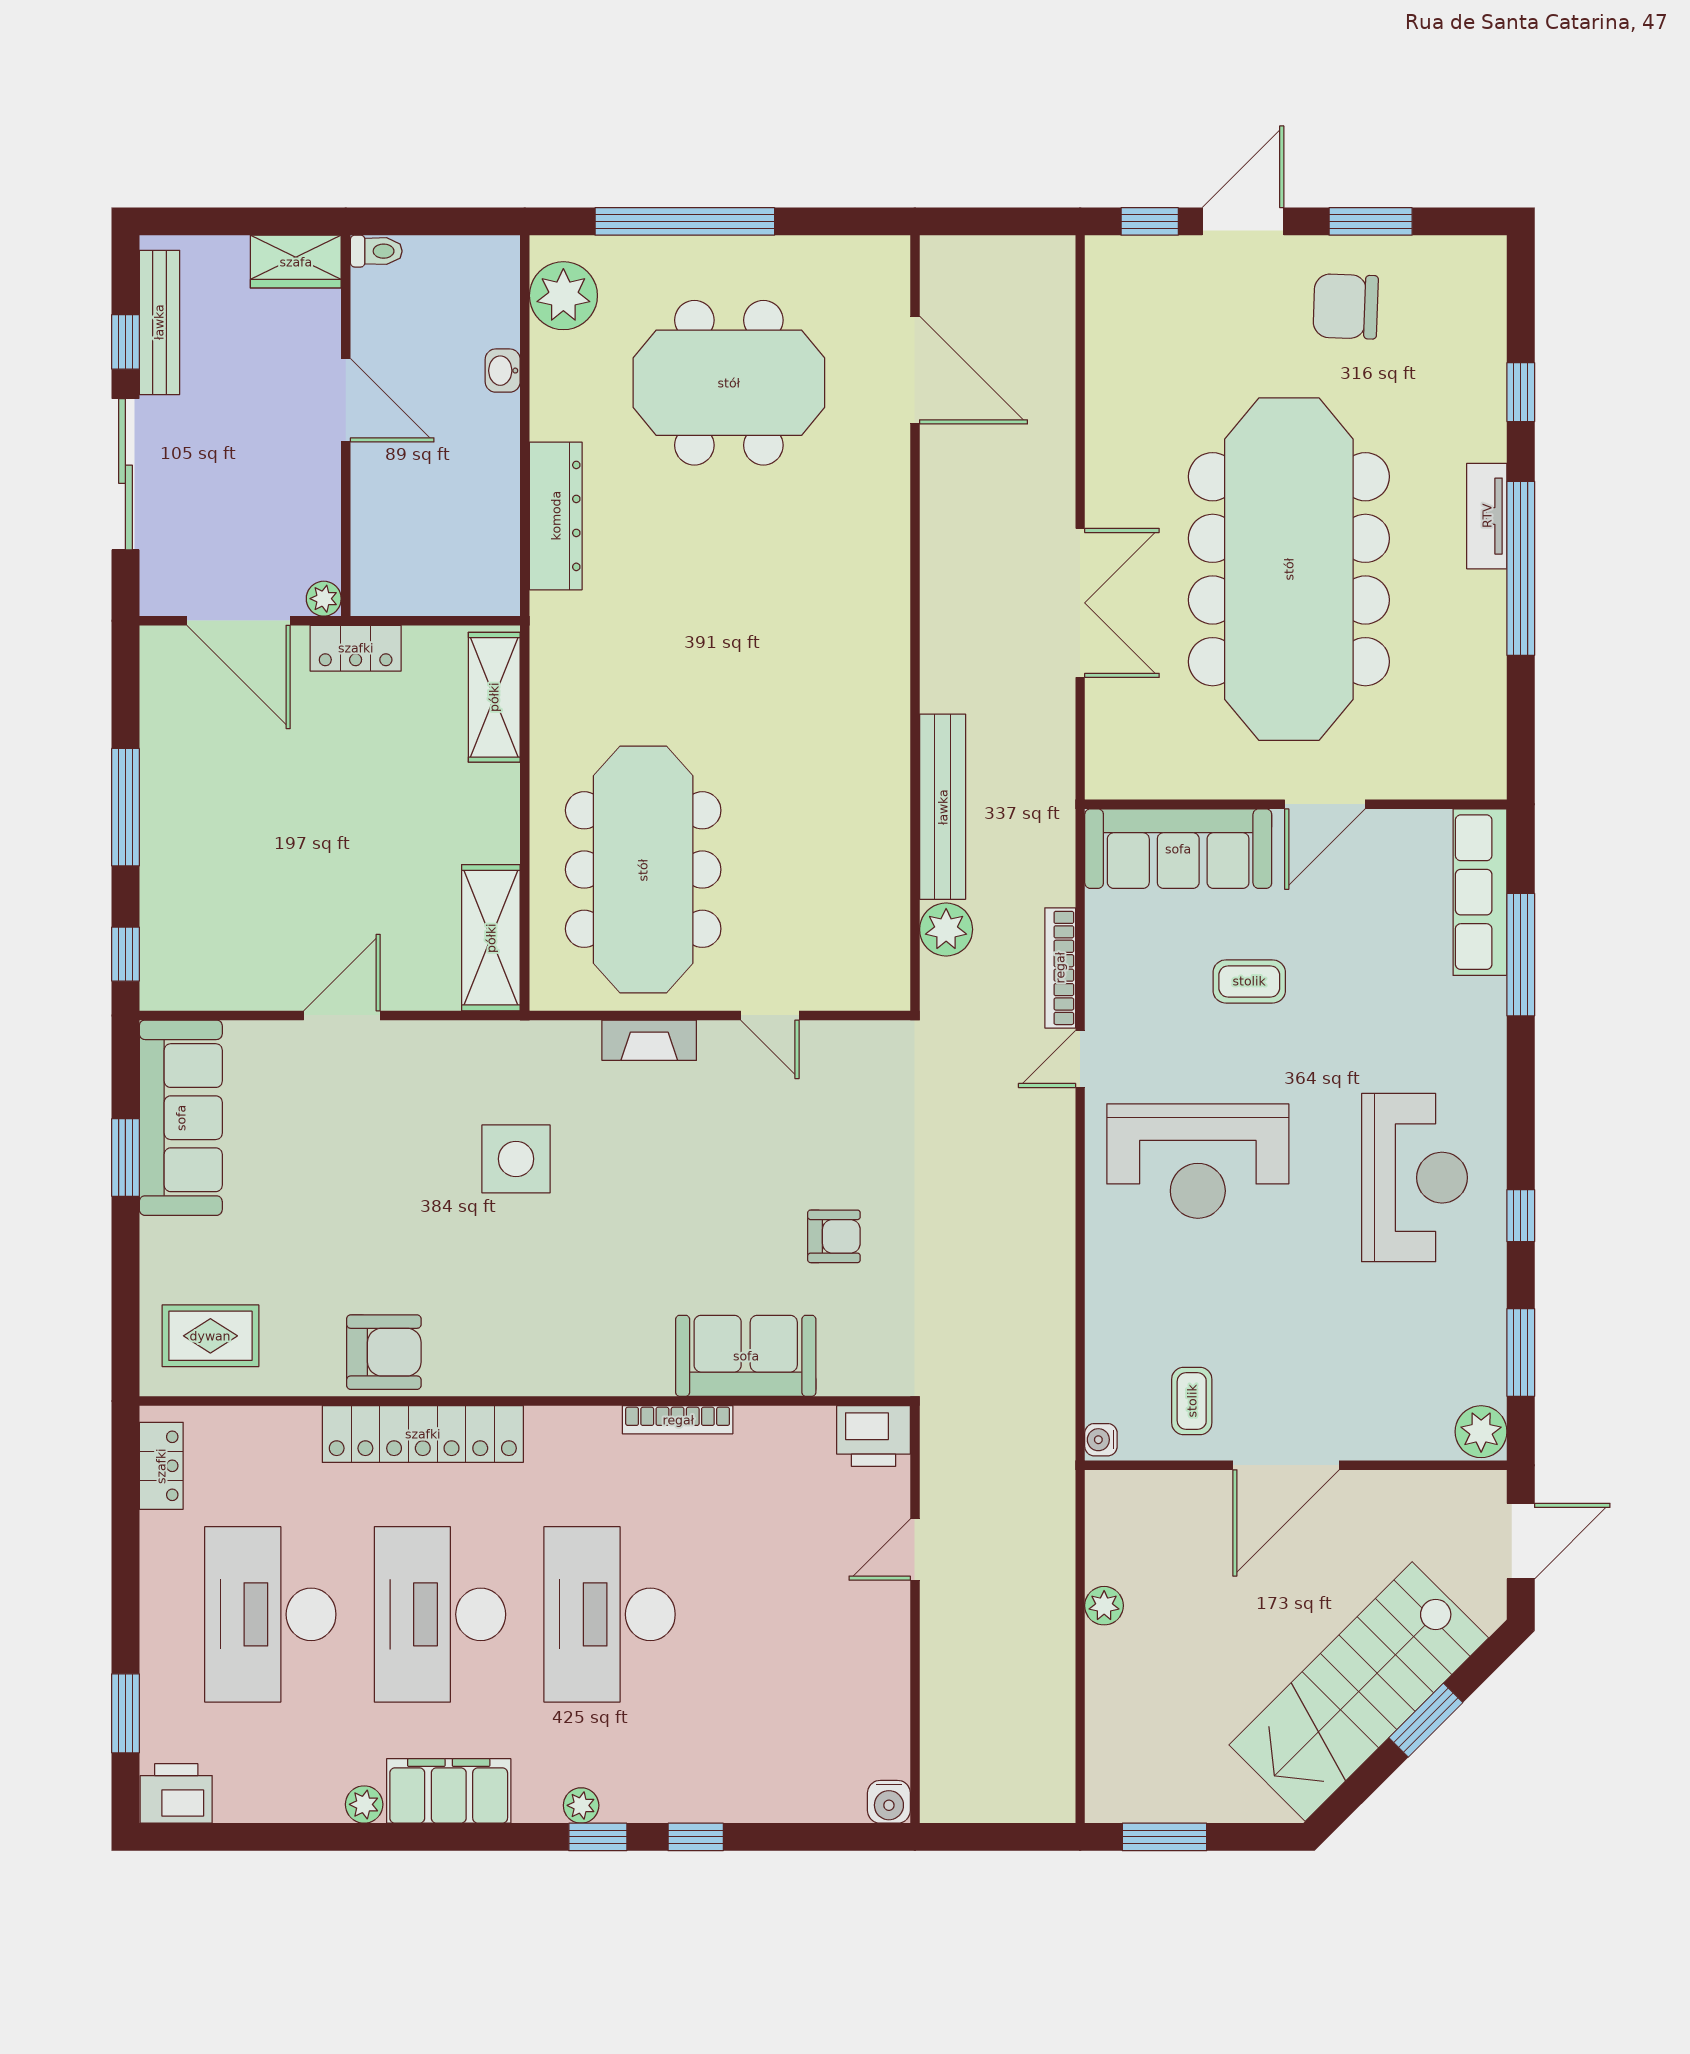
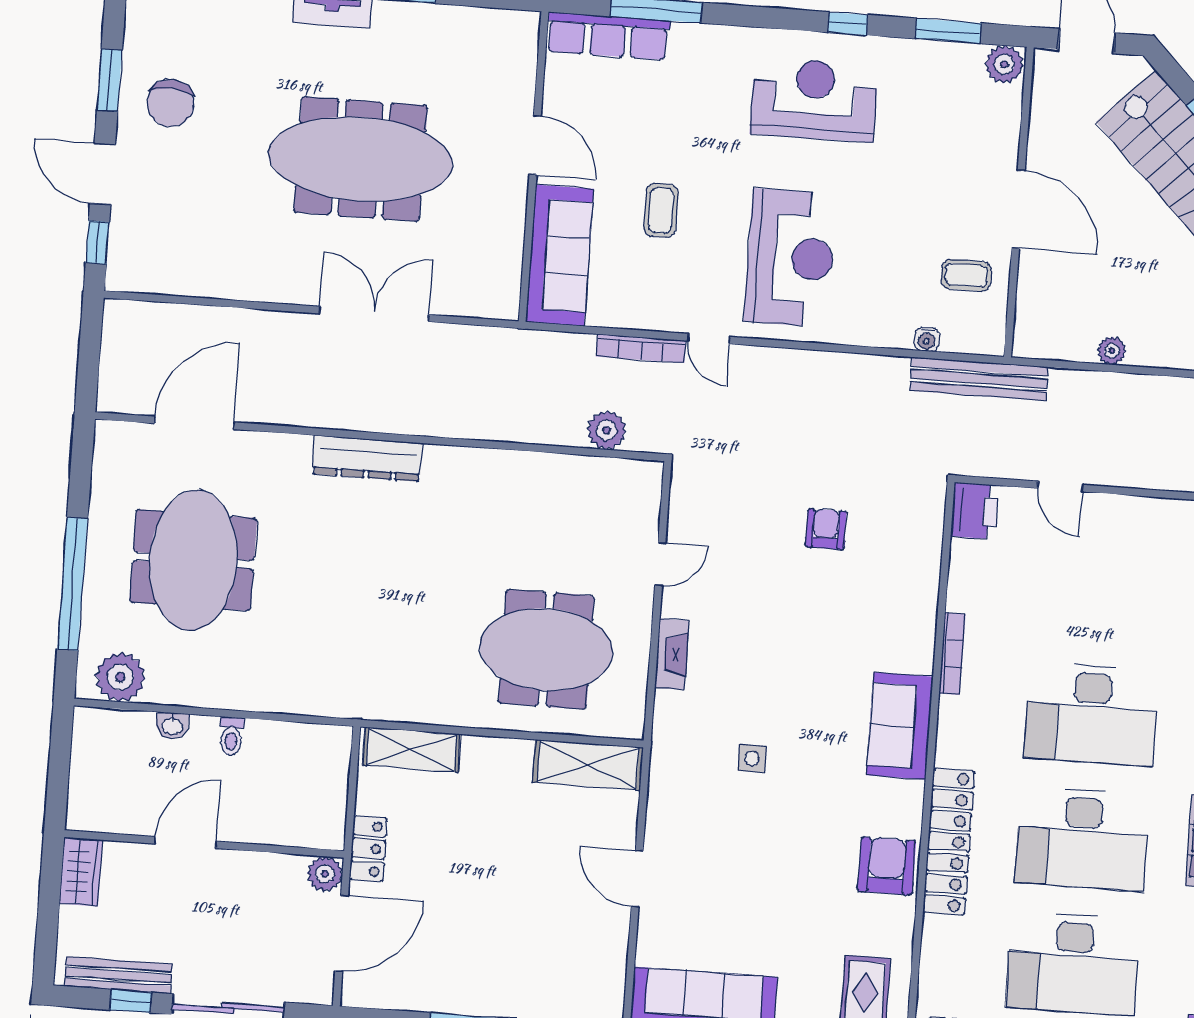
toilet: (376, 251) -> (231, 736), moved, turned 180
dresser: (556, 516) -> (367, 458), moved, turned 180
meeting table: (1289, 569) -> (360, 159), width x0.73, depth x0.79
plant: (324, 599) -> (325, 874), width x1.38, depth x1.38
bench: (943, 807) -> (979, 379), moved
meeting table: (643, 870) -> (546, 649), width x0.73
side table: (516, 1159) -> (752, 758), width x0.54, depth x0.54
sofa: (746, 1356) -> (900, 726), moved
water cooler: (1101, 1440) -> (927, 339), moved

